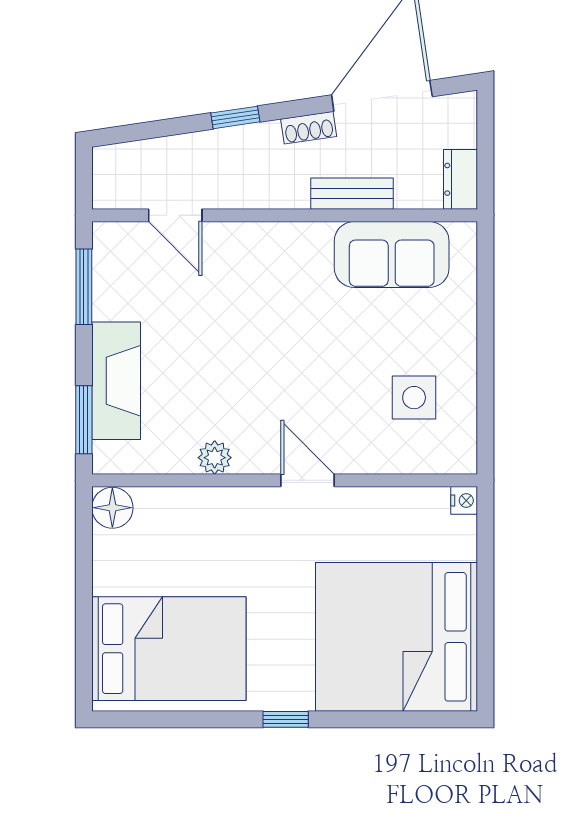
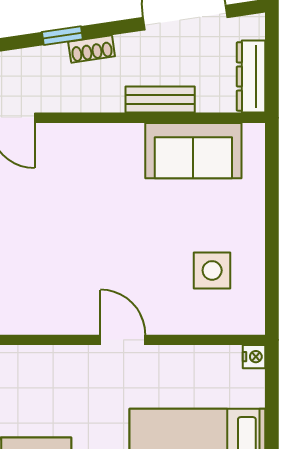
shoe rack: (309, 128) -> (92, 49), moved
dresser: (460, 179) -> (251, 76), width x1.44
plant: (215, 458) -> (45, 321), removed

